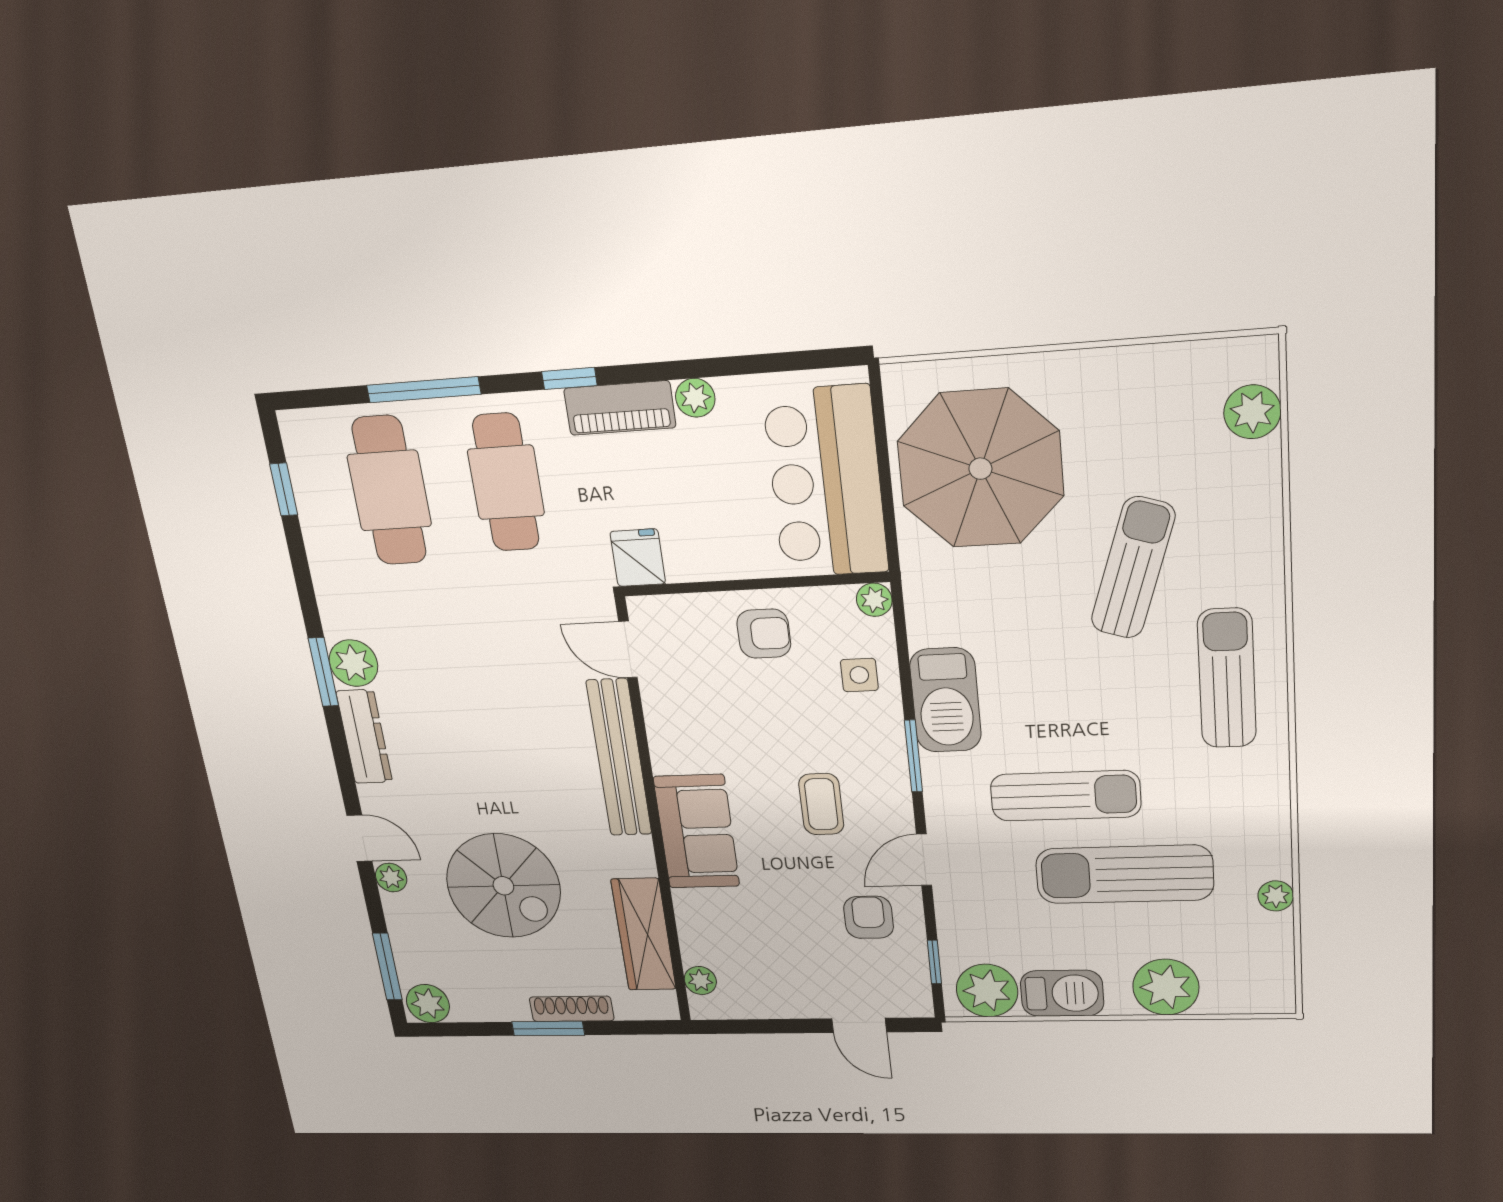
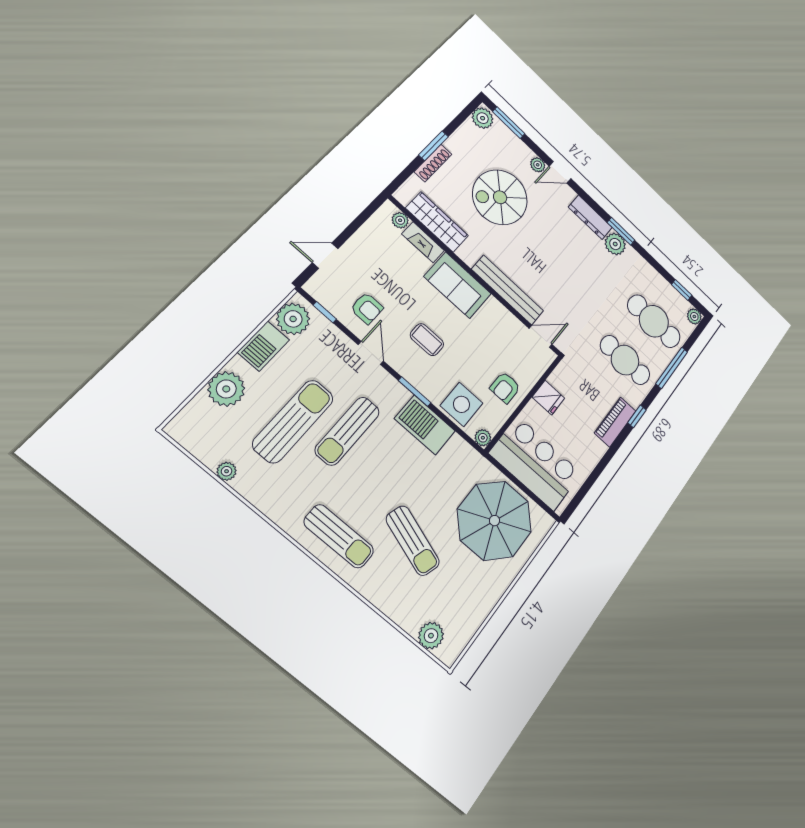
plant: (695, 398) -> (694, 316), moved
fridge: (638, 558) -> (548, 398), moved
side table: (859, 675) -> (461, 404), width x1.87, depth x1.87
fireplace: (693, 927) -> (423, 242), added

